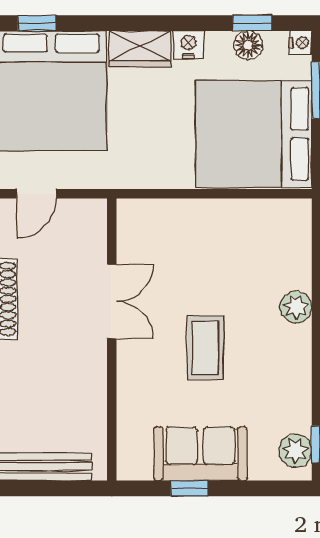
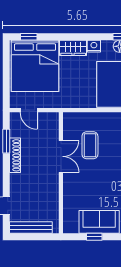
door: (37, 194) -> (29, 110), hinge flipped
coffee table: (205, 348) -> (90, 145), moved

